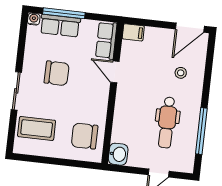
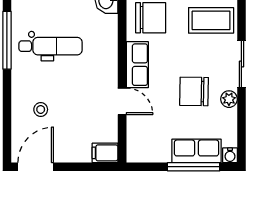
row of seats: (106, 40) -> (137, 65), moved
plant: (29, 64) -> (229, 99), added
dental chair: (167, 122) -> (51, 46), turned 90

